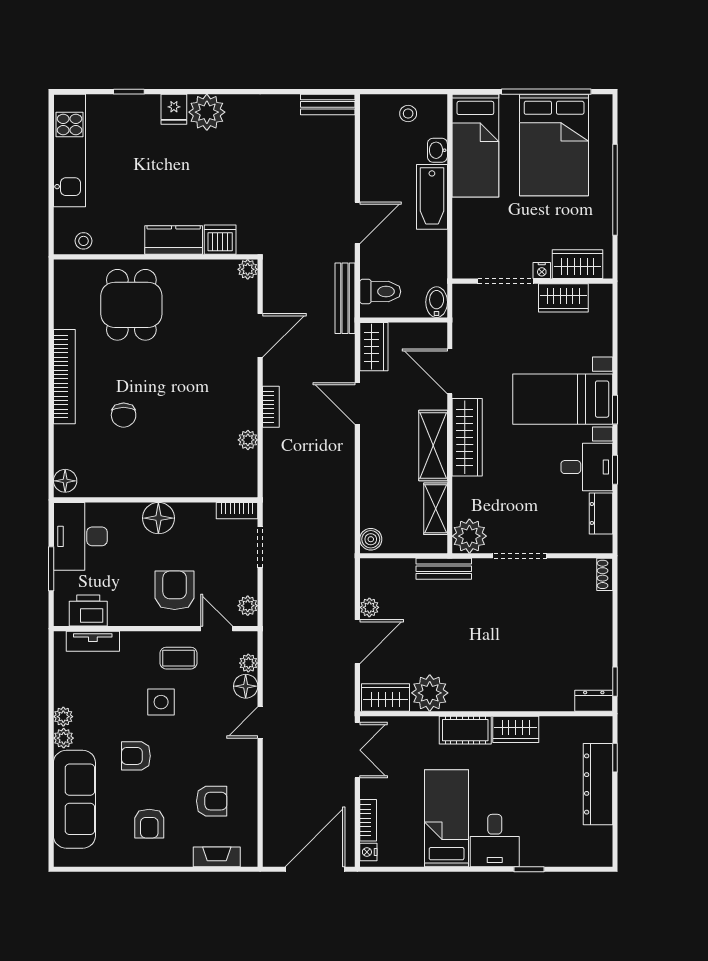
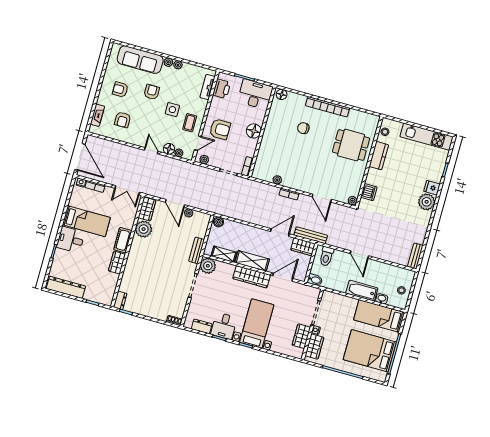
kitchen counter: (174, 240) -> (379, 156), moved
bench: (345, 298) -> (311, 235), moved
dresser: (598, 784) -> (66, 287), moved

